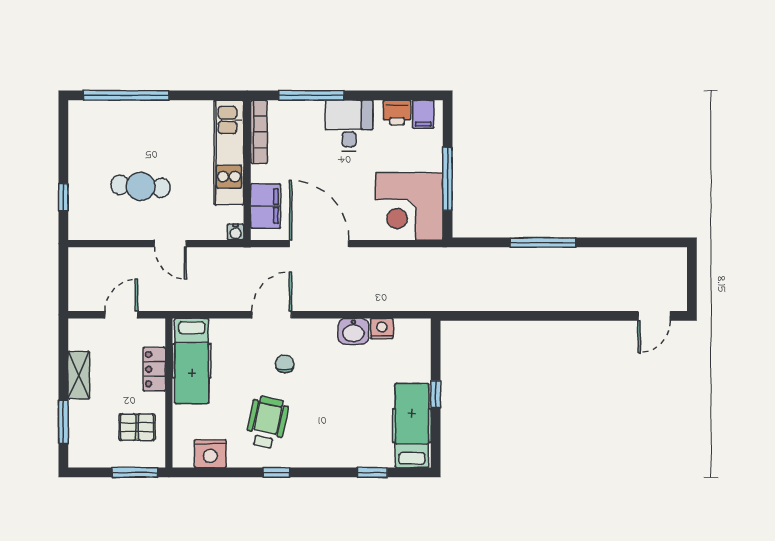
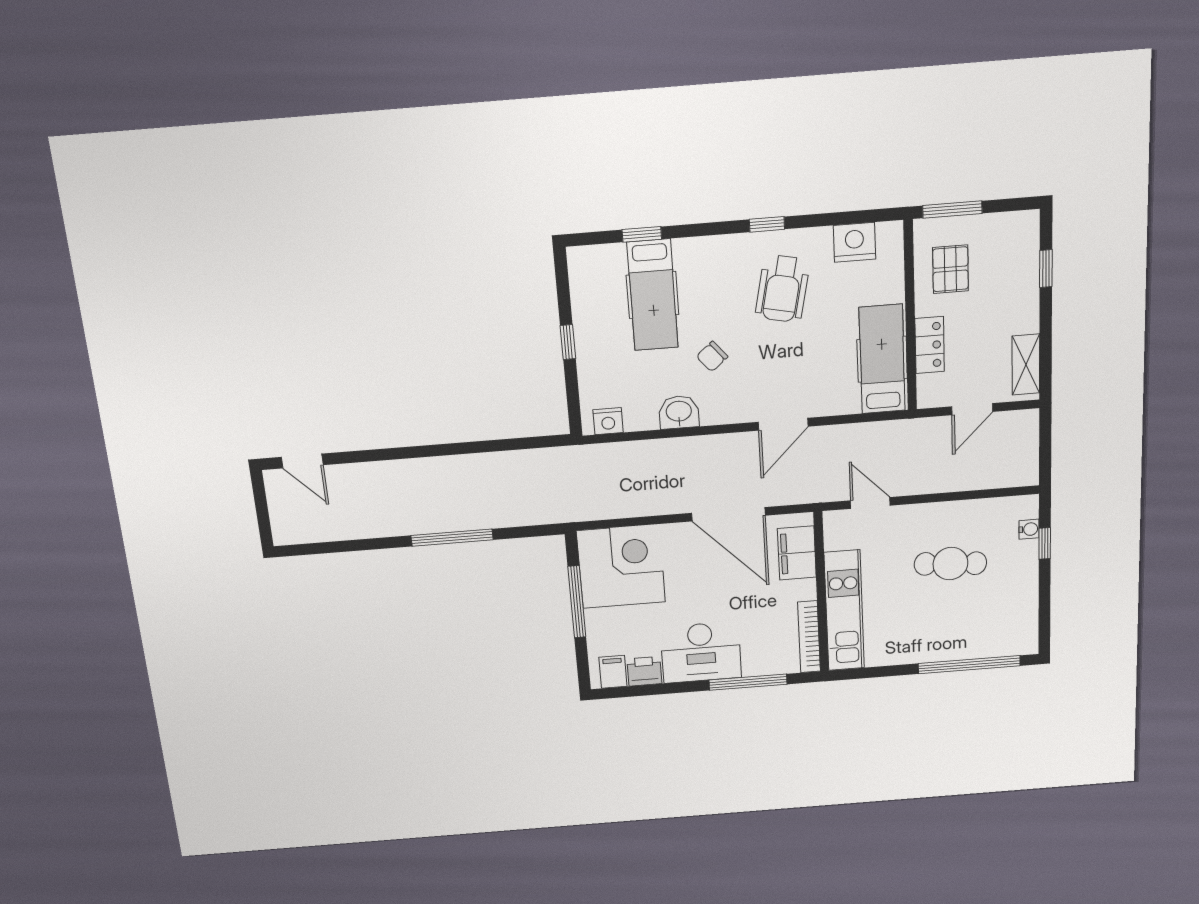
desk: (349, 126) -> (701, 652), width x1.37
water cooler: (236, 232) -> (1029, 529), moved, turned 90
door: (170, 244) -> (870, 503), moved
door: (654, 316) -> (302, 461), swing flipped
nightstand: (382, 329) -> (608, 421), moved
chair: (285, 364) -> (712, 356), moved, turned 50
shelving: (79, 375) -> (1026, 365), moved
window: (63, 422) -> (1046, 268), width x0.67
hospital bed: (412, 426) -> (653, 295), moved
pallet: (137, 427) -> (950, 269), turned 90

